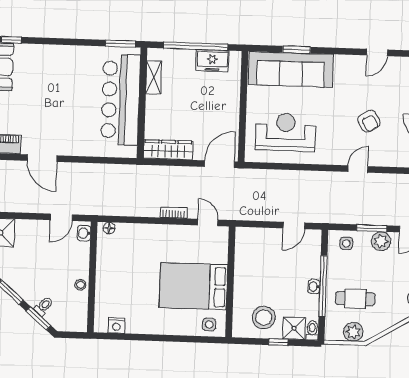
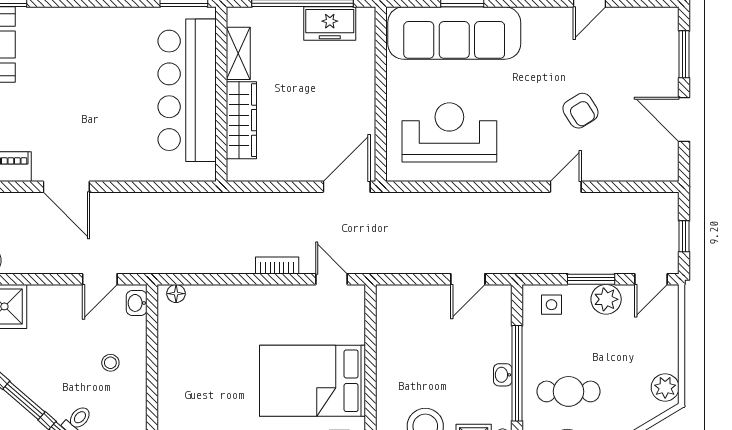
wardrobe: (168, 150) -> (241, 120), moved, turned 90
stool: (81, 285) -> (110, 363), moved

